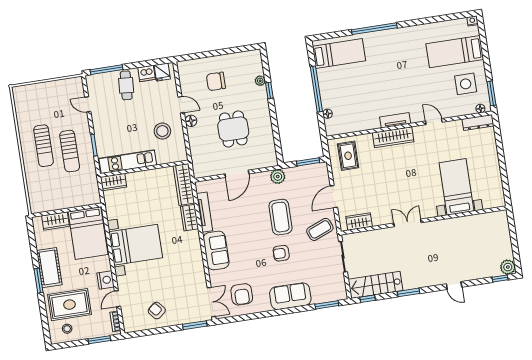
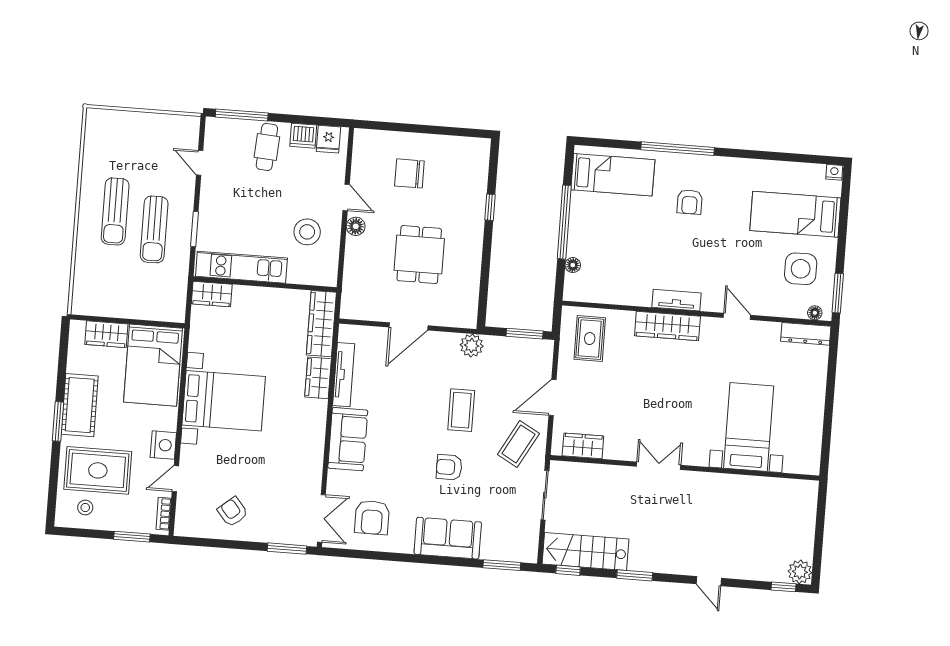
armchair: (389, 59) -> (690, 202), added
plant: (260, 81) -> (479, 189), removed
coffee table: (280, 217) -> (461, 410), width x0.73, depth x0.76
coffee table: (320, 229) -> (518, 444), turned -39

